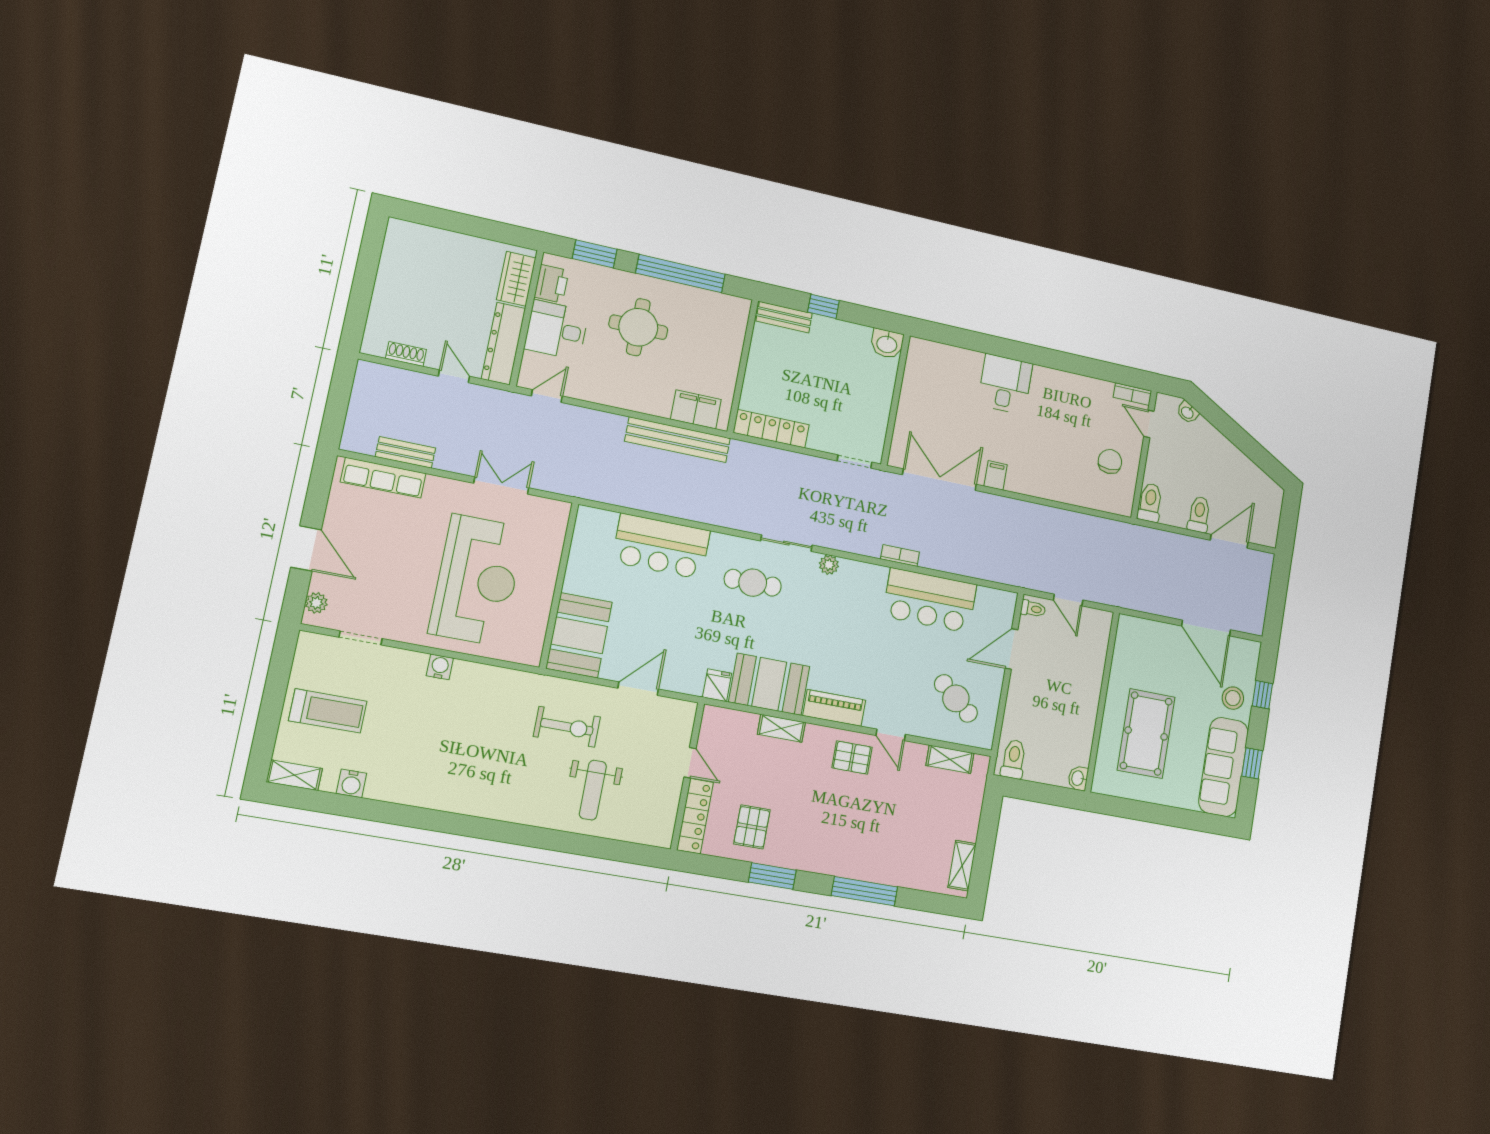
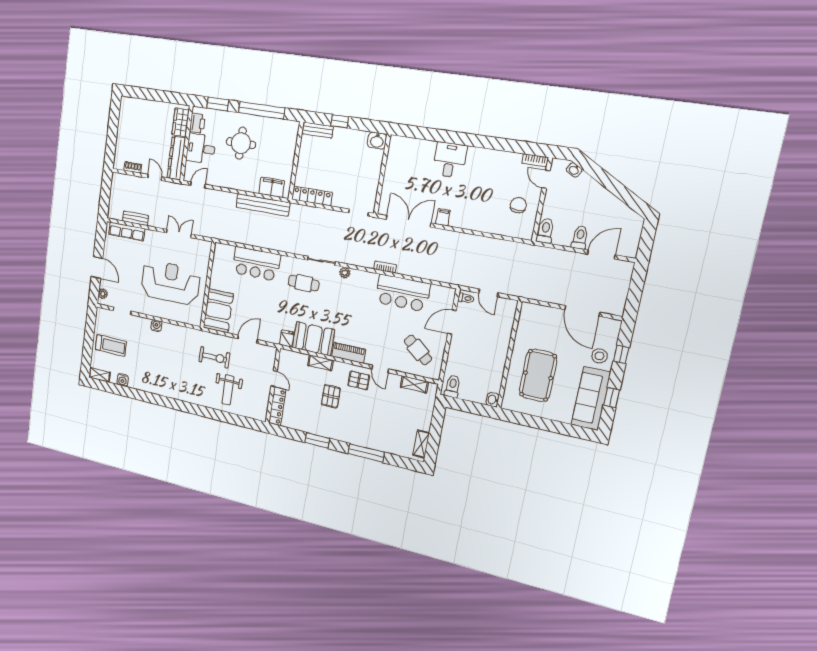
reception desk: (477, 580) -> (170, 282), turned -90
pallet: (752, 827) -> (331, 396), moved

